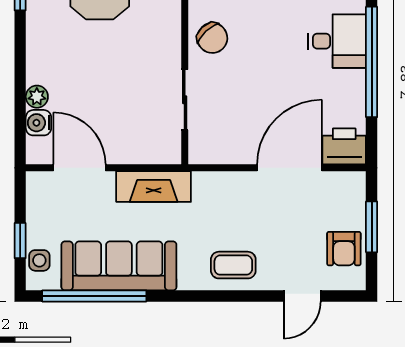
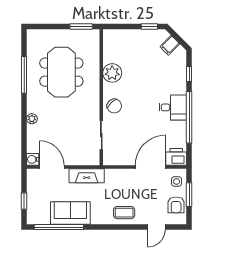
plant: (37, 97) -> (32, 119), moved
water cooler: (38, 123) -> (33, 159), moved
side table: (39, 260) -> (177, 181), moved
sofa: (119, 266) -> (70, 213), width x0.73

